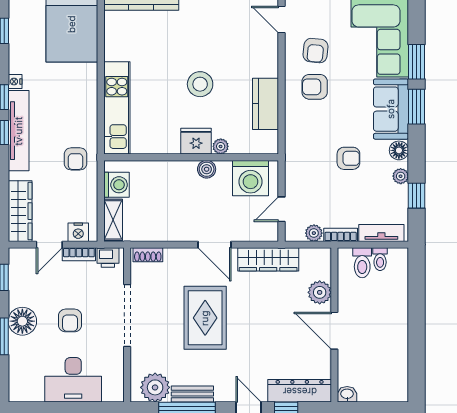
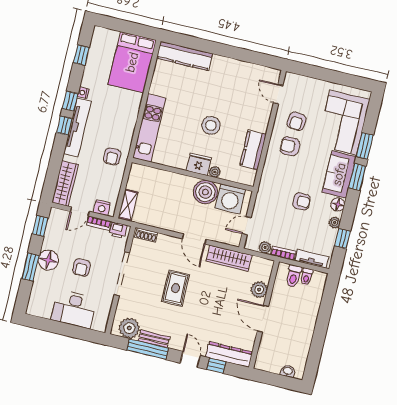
boiler: (207, 169) -> (205, 192), width x1.86, depth x1.86
washing machine: (116, 185) -> (136, 181), removed
rug: (205, 318) -> (176, 288), width x0.73, depth x0.70
washbasin: (347, 394) -> (288, 371), moved

